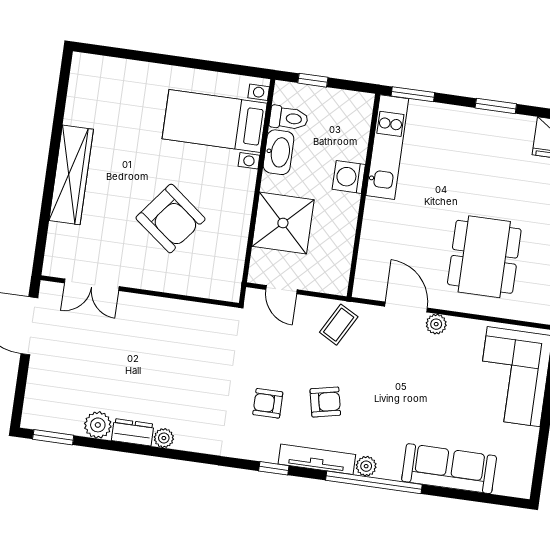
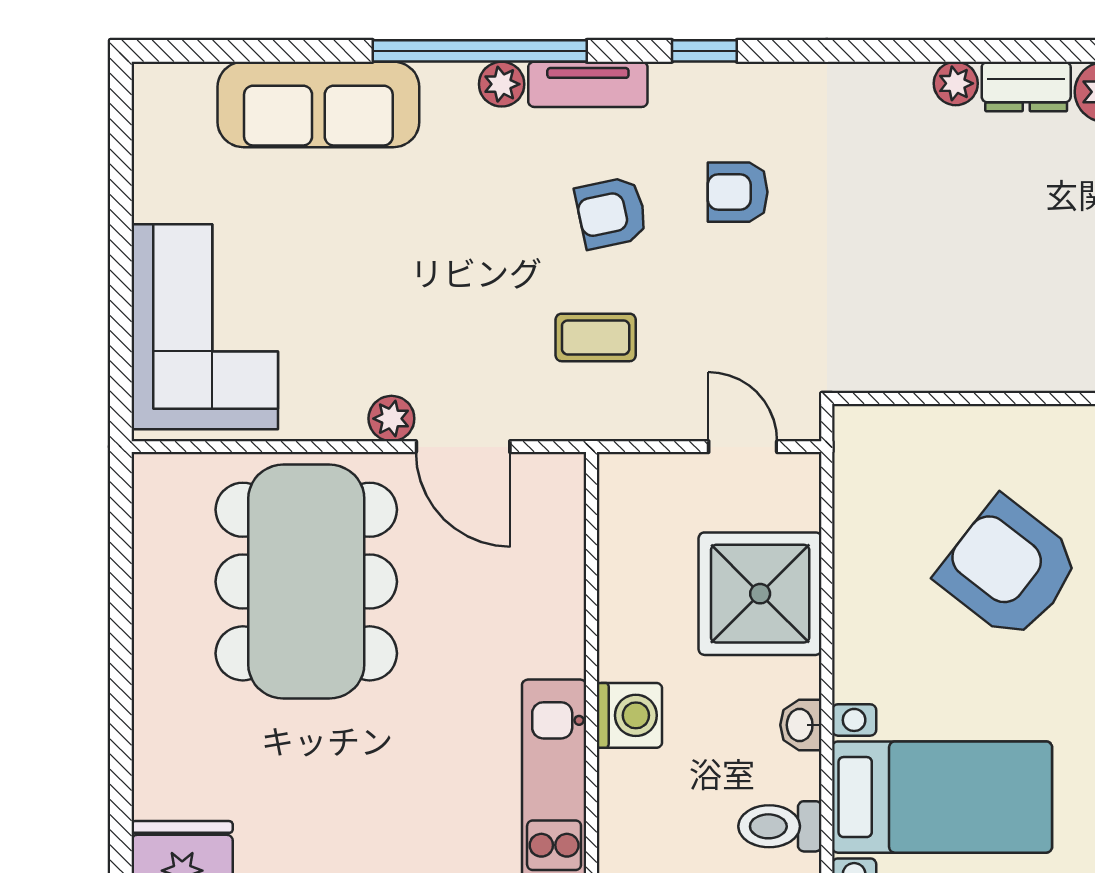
washbasin: (279, 152) -> (801, 725), width x0.52, depth x0.69
dining table: (484, 257) -> (306, 582), width x1.36, depth x1.24
coffee table: (339, 325) -> (596, 337), moved, turned 61
armchair: (268, 403) -> (738, 192), turned 180
tv unit: (317, 459) -> (588, 84), width x0.71

